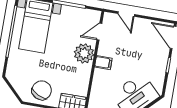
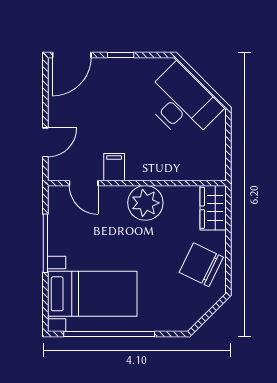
plant: (84, 53) -> (145, 203), moved
filing cabinet: (103, 63) -> (114, 167), moved

